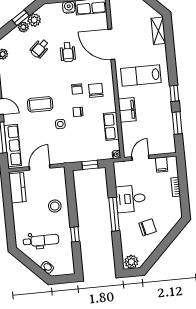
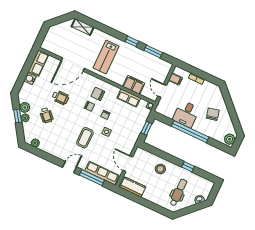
filing cabinet: (127, 110) -> (134, 85), moved
window: (114, 214) -> (190, 132), width x1.46

